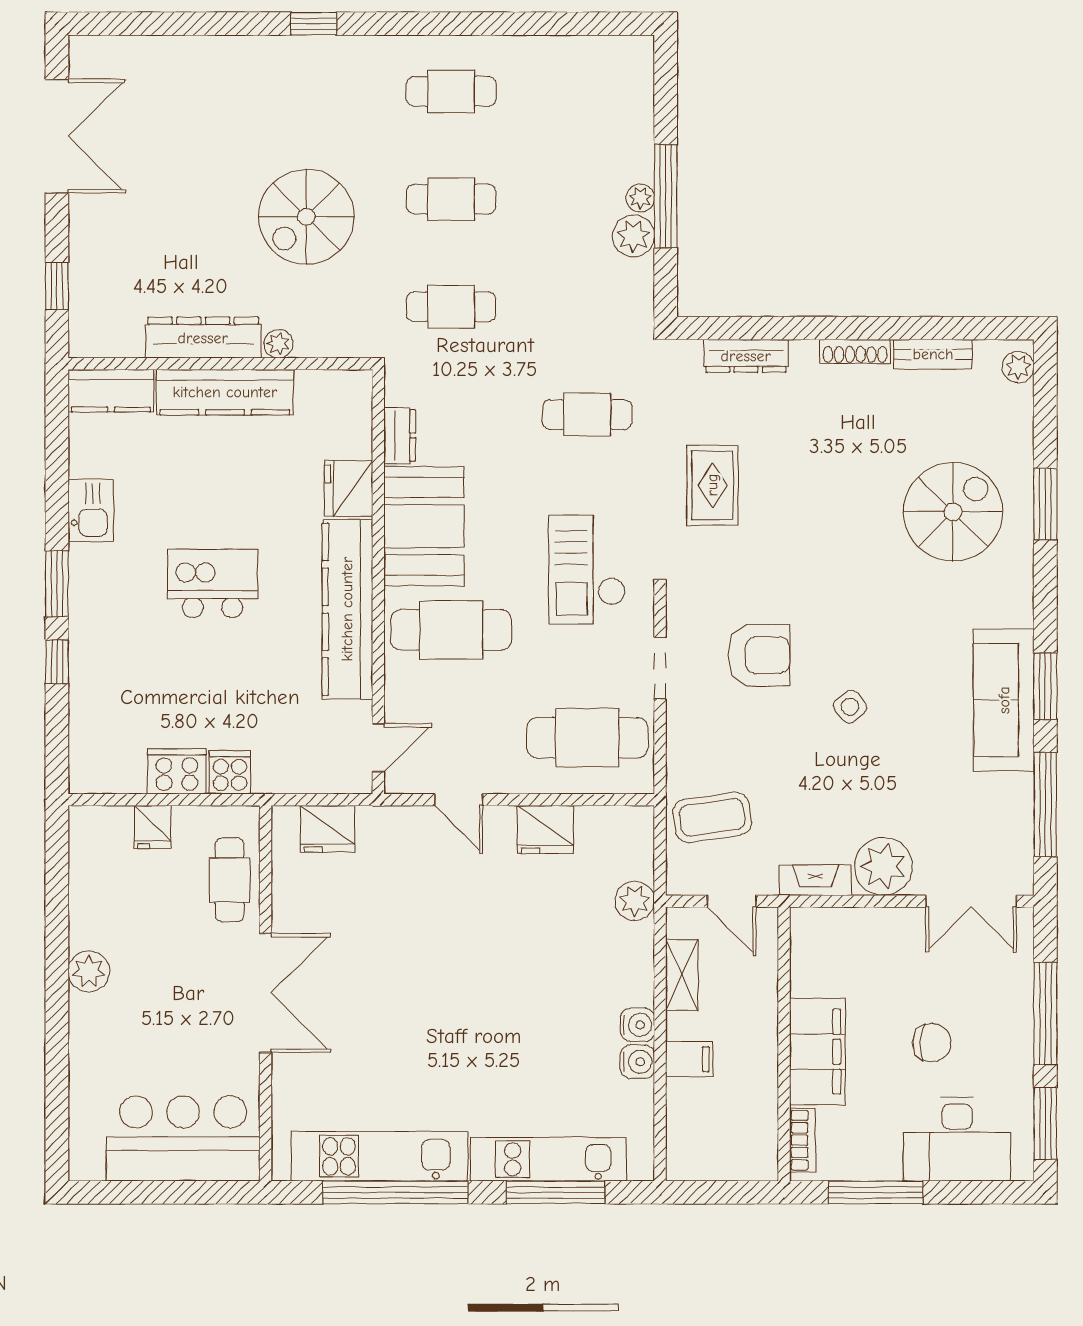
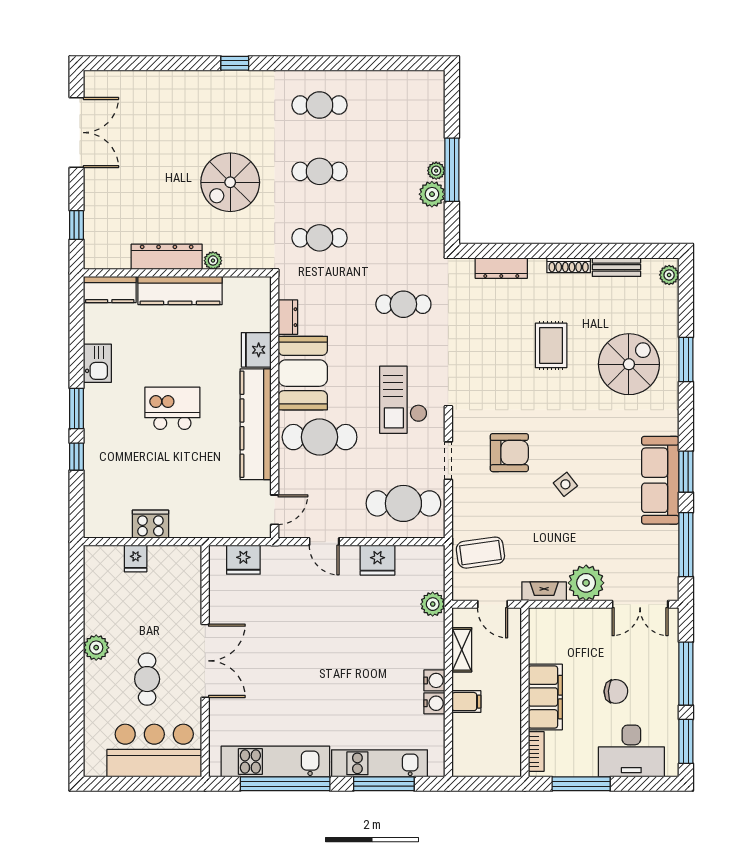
rug: (712, 485) -> (551, 345), moved
cooker: (230, 772) -> (183, 525), removed
cafe table: (230, 880) -> (147, 679), moved

